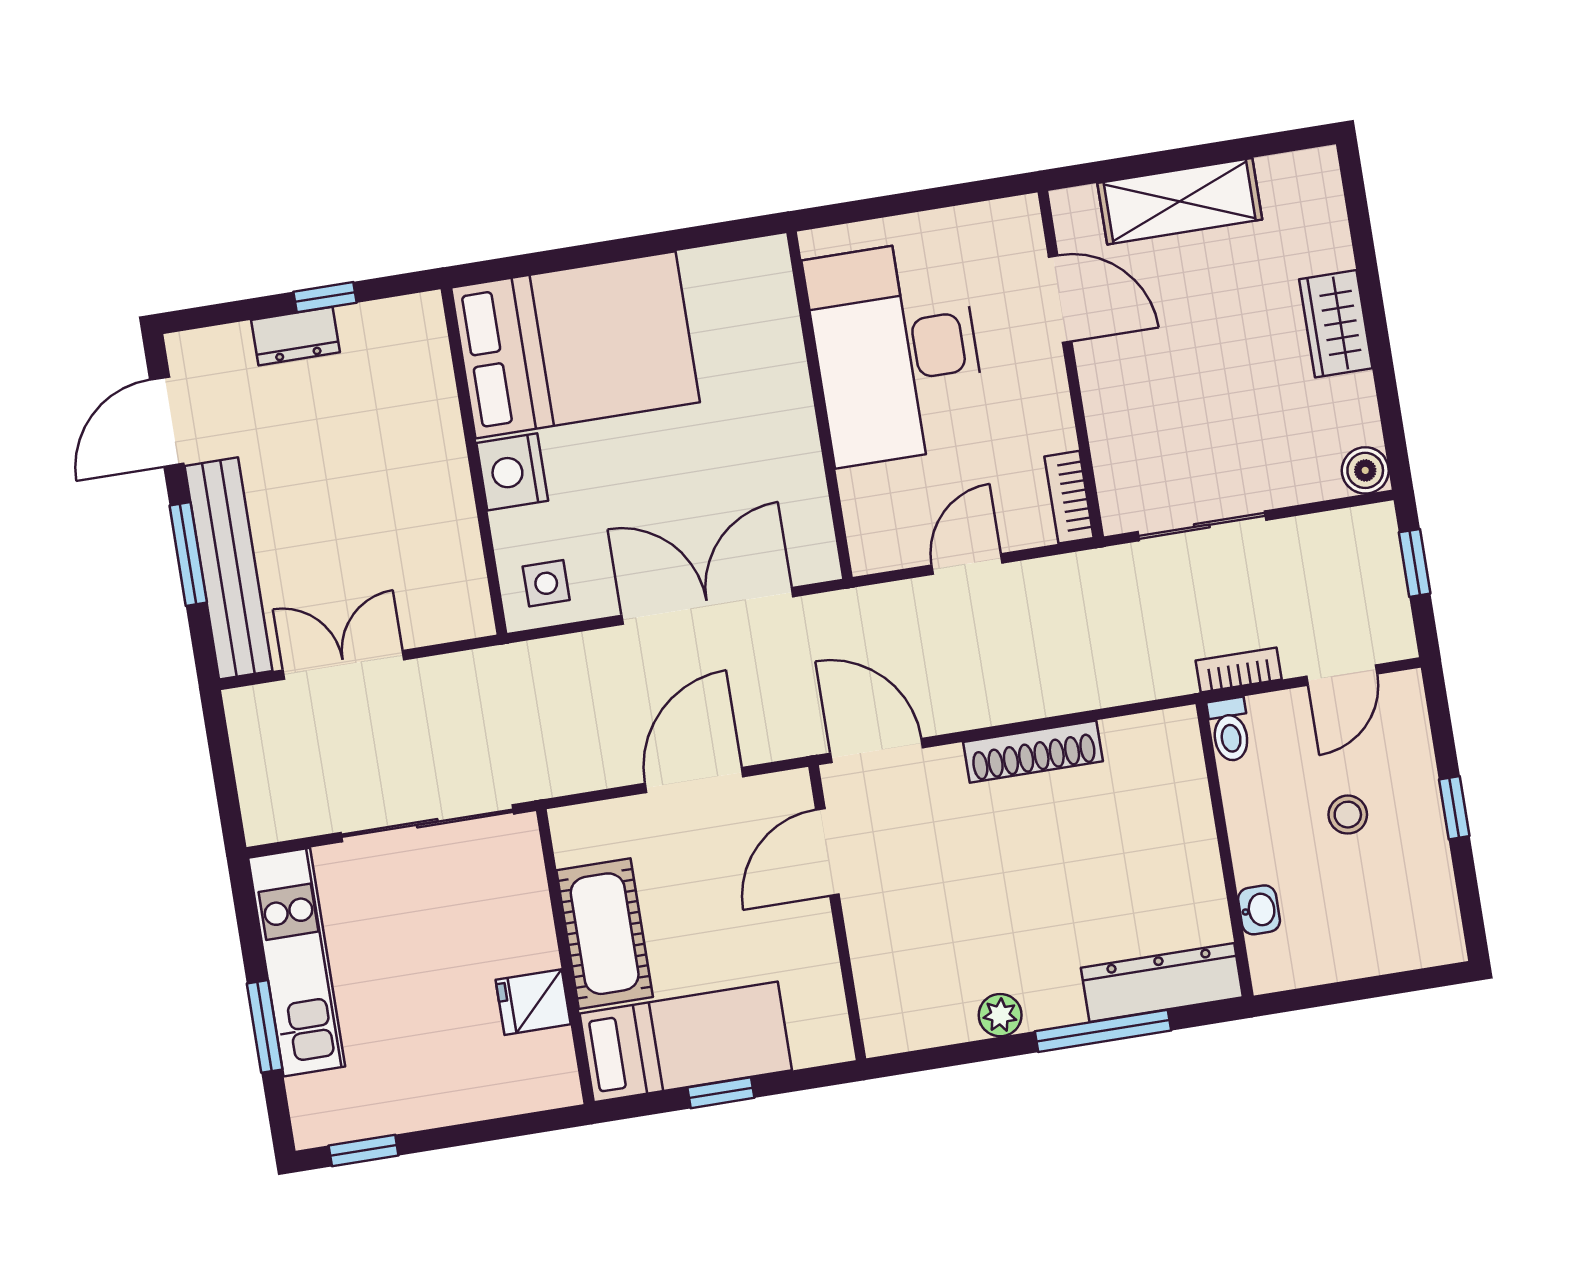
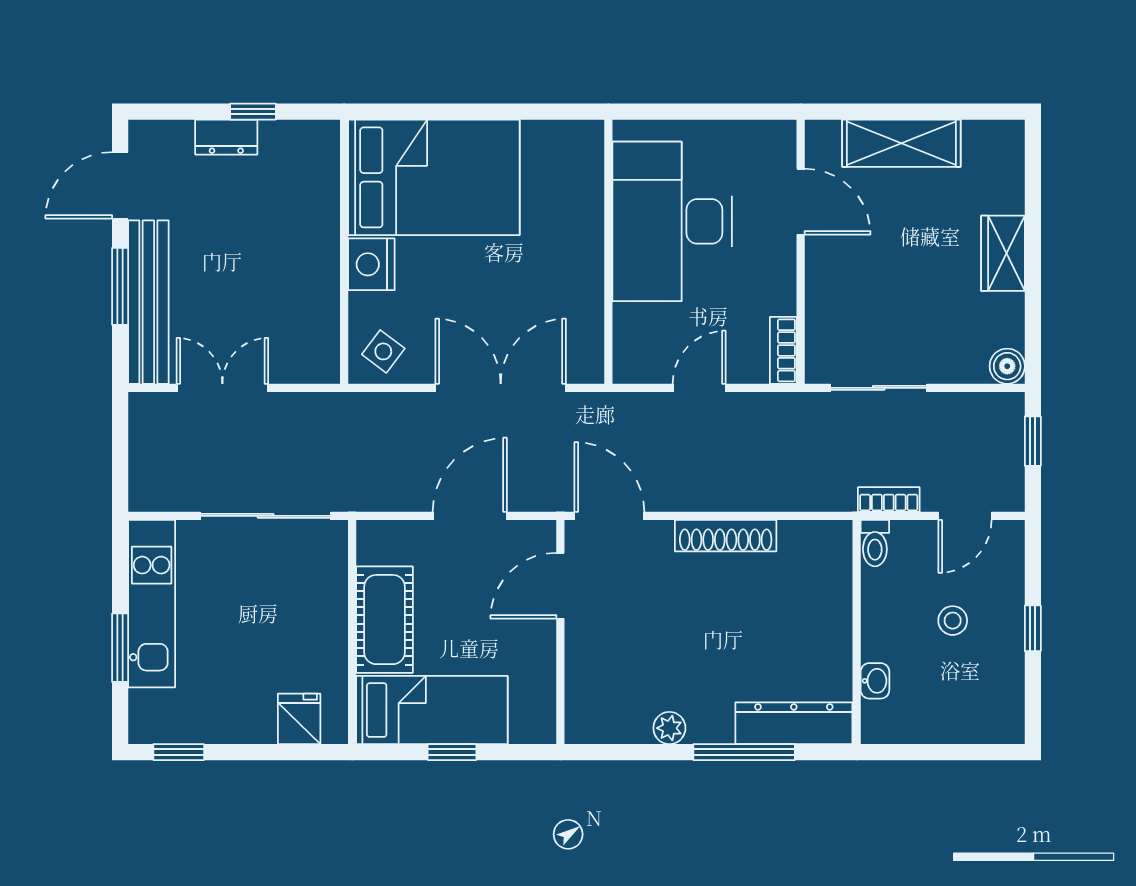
side table: (546, 583) -> (383, 351), turned 37
fridge: (533, 1002) -> (299, 719), moved, turned 90

